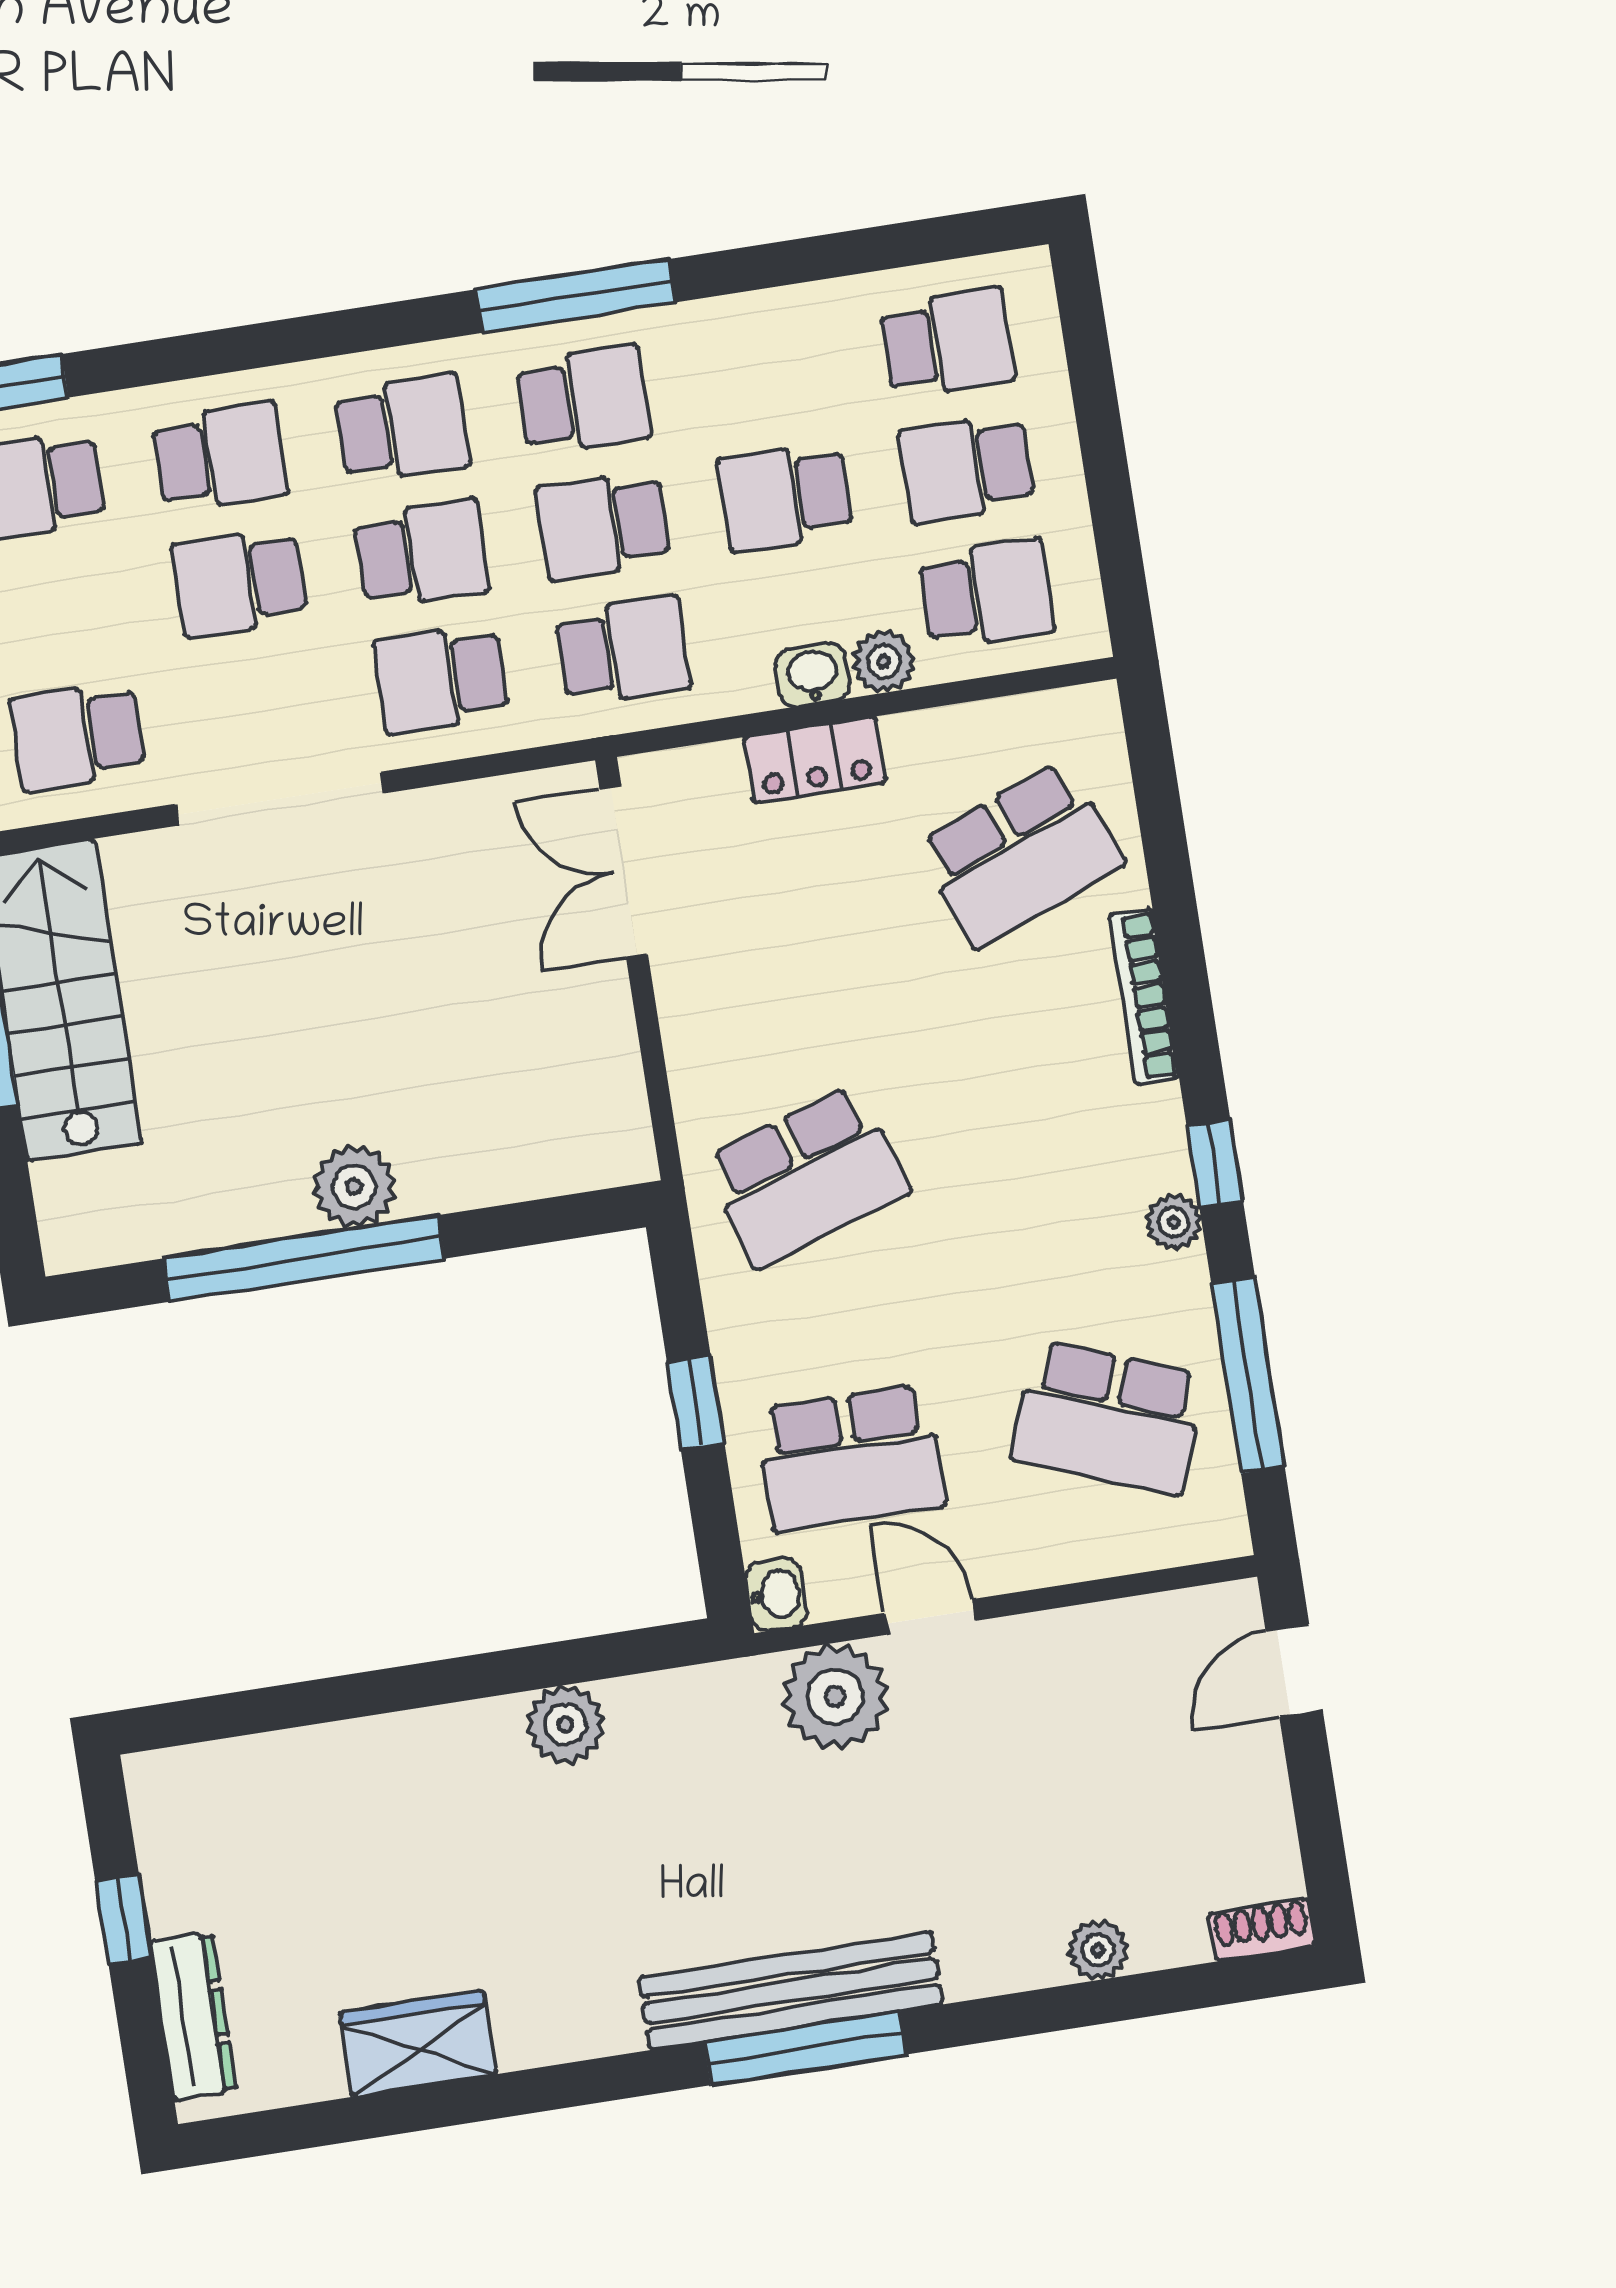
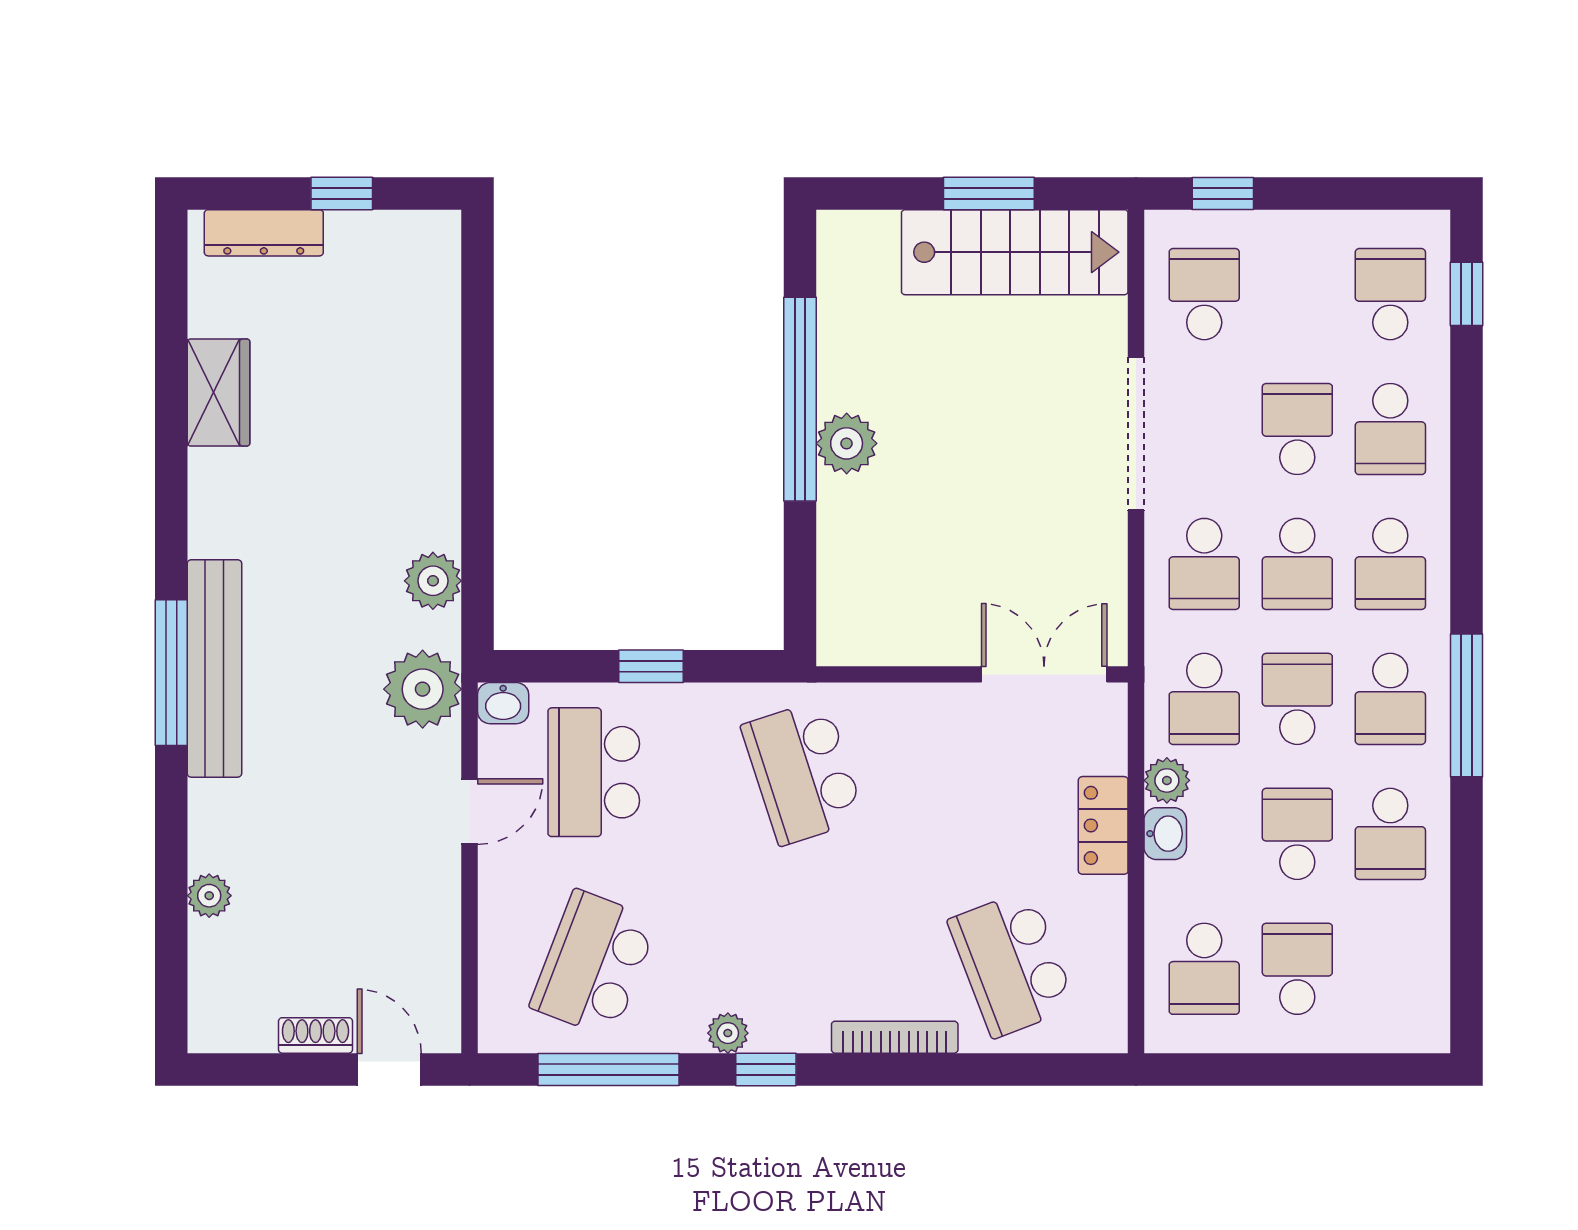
school desk: (947, 343) -> (1390, 834), moved
plant: (884, 661) -> (1167, 780), moved
school desk: (441, 679) -> (1204, 564), turned 180
plant: (835, 1697) -> (423, 689), moved
plant: (565, 1724) -> (433, 581), moved
shoe rack: (1262, 1930) -> (315, 1035), moved, turned -90

